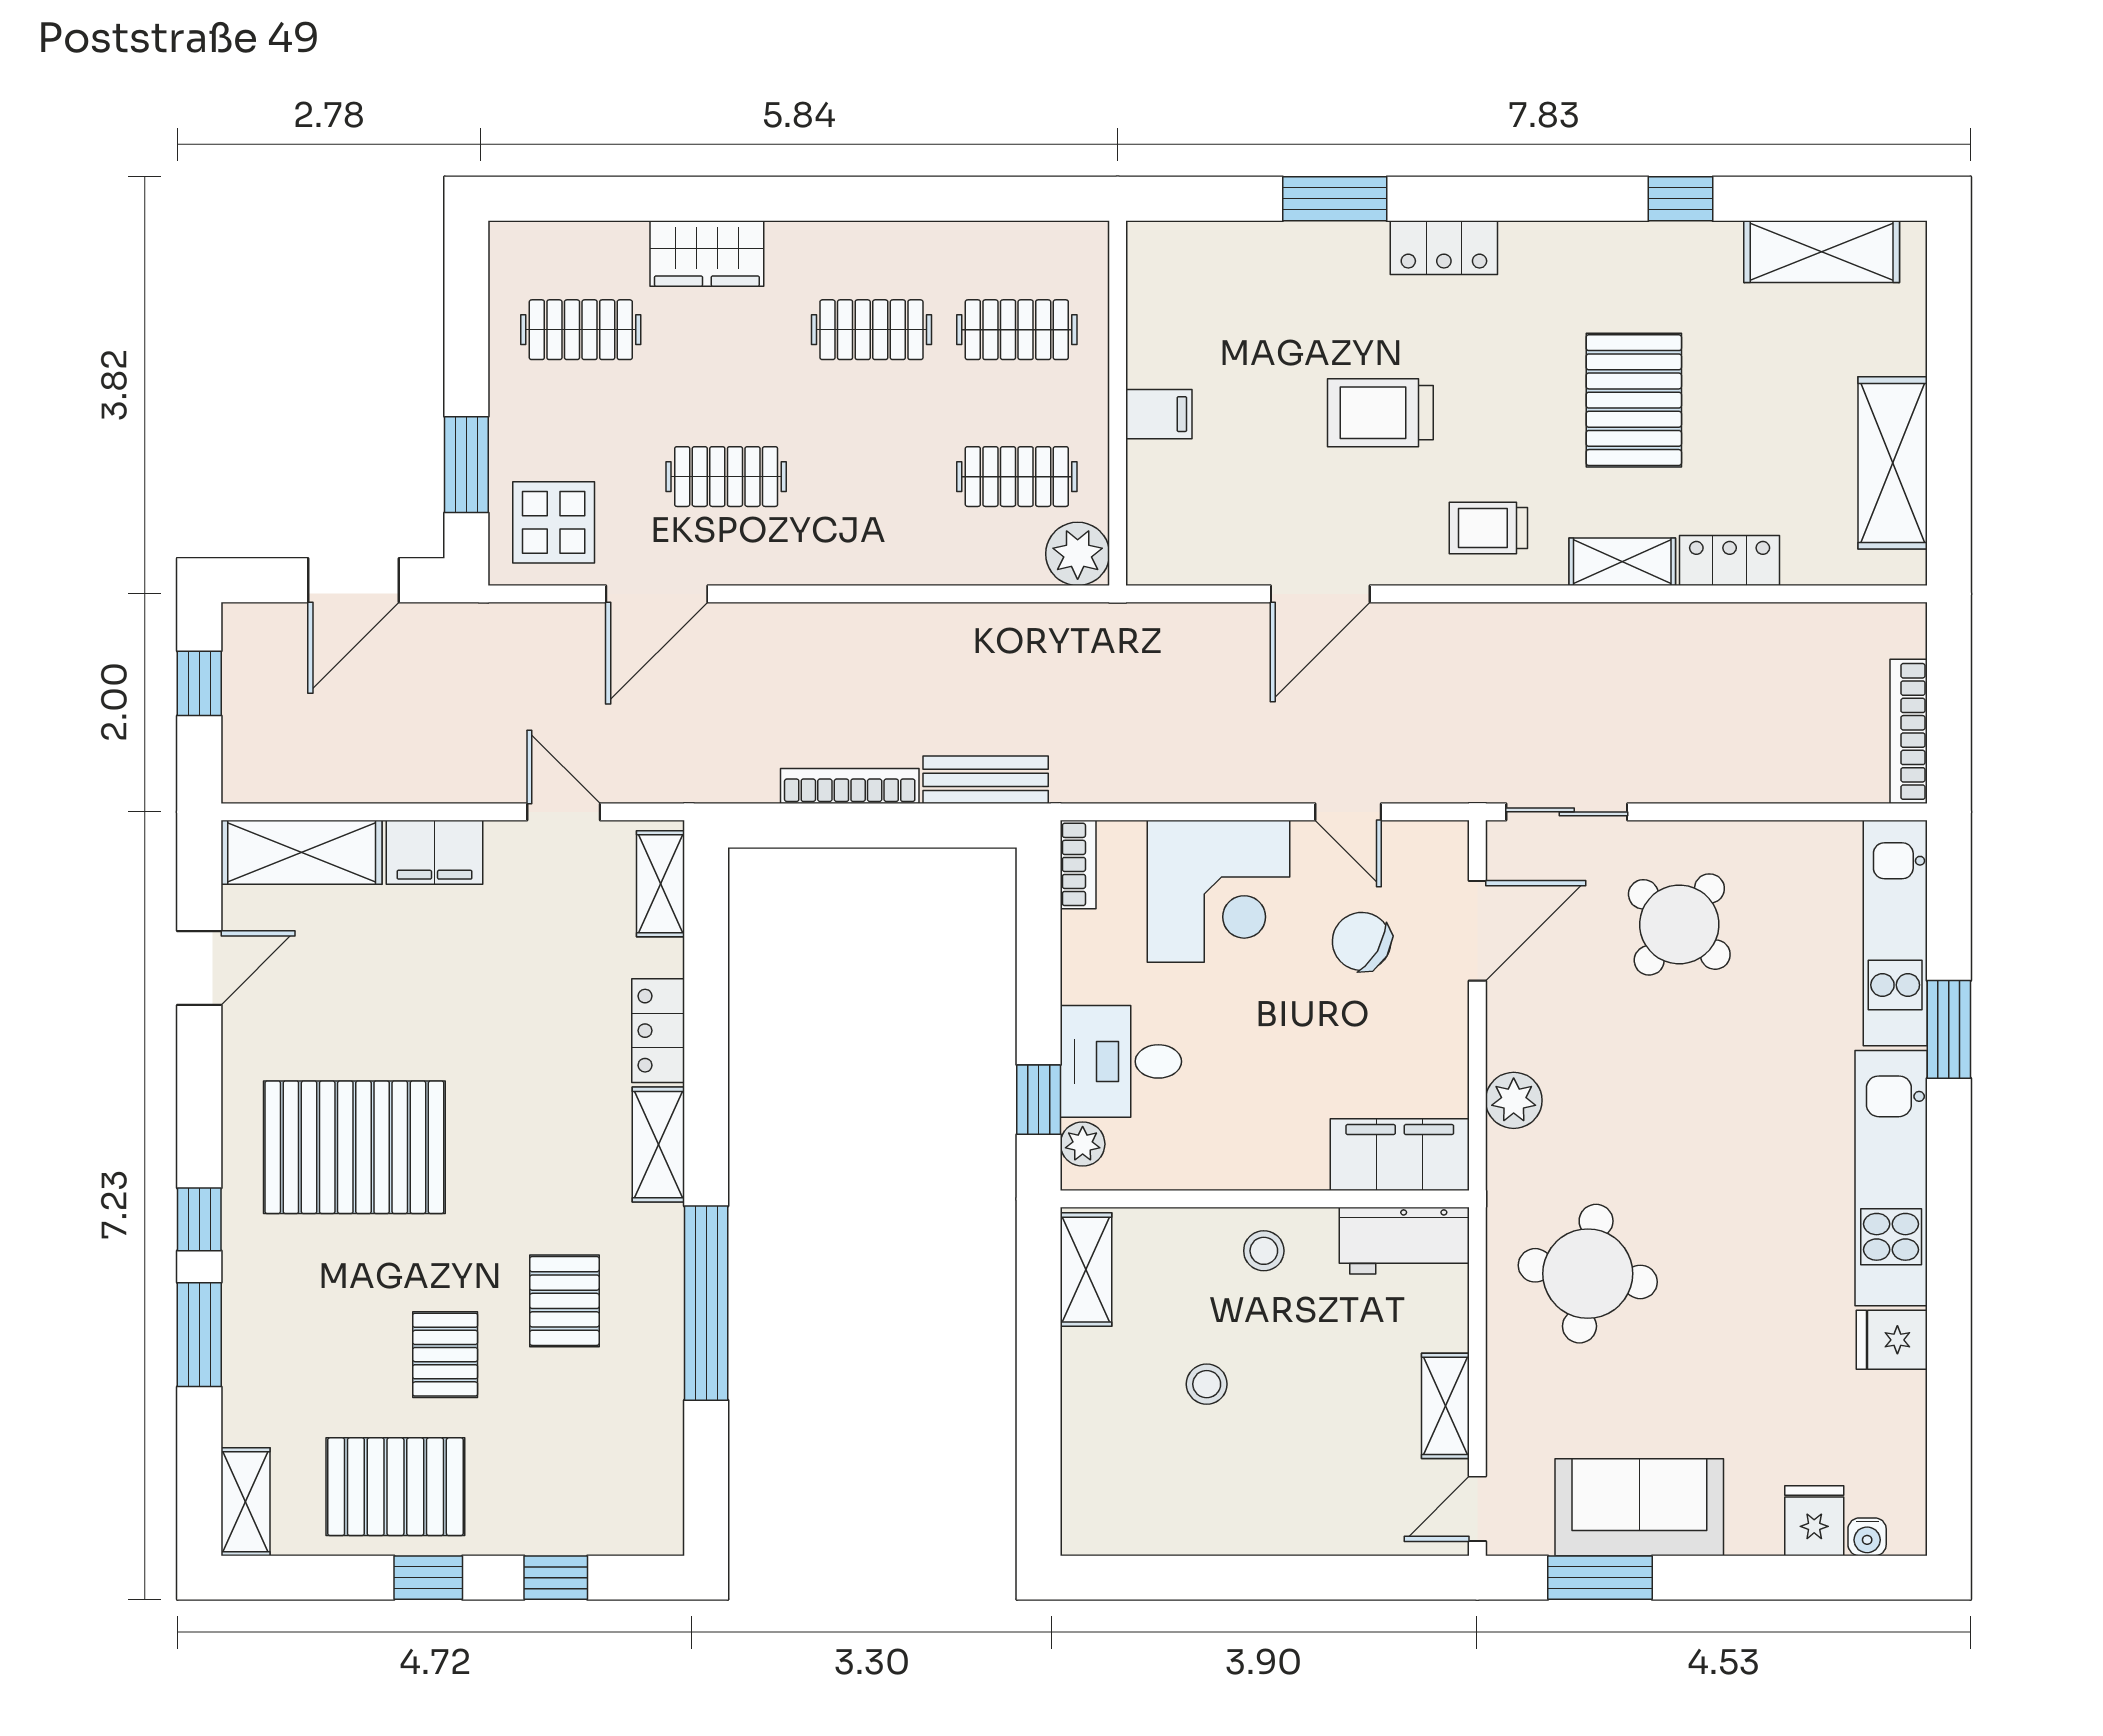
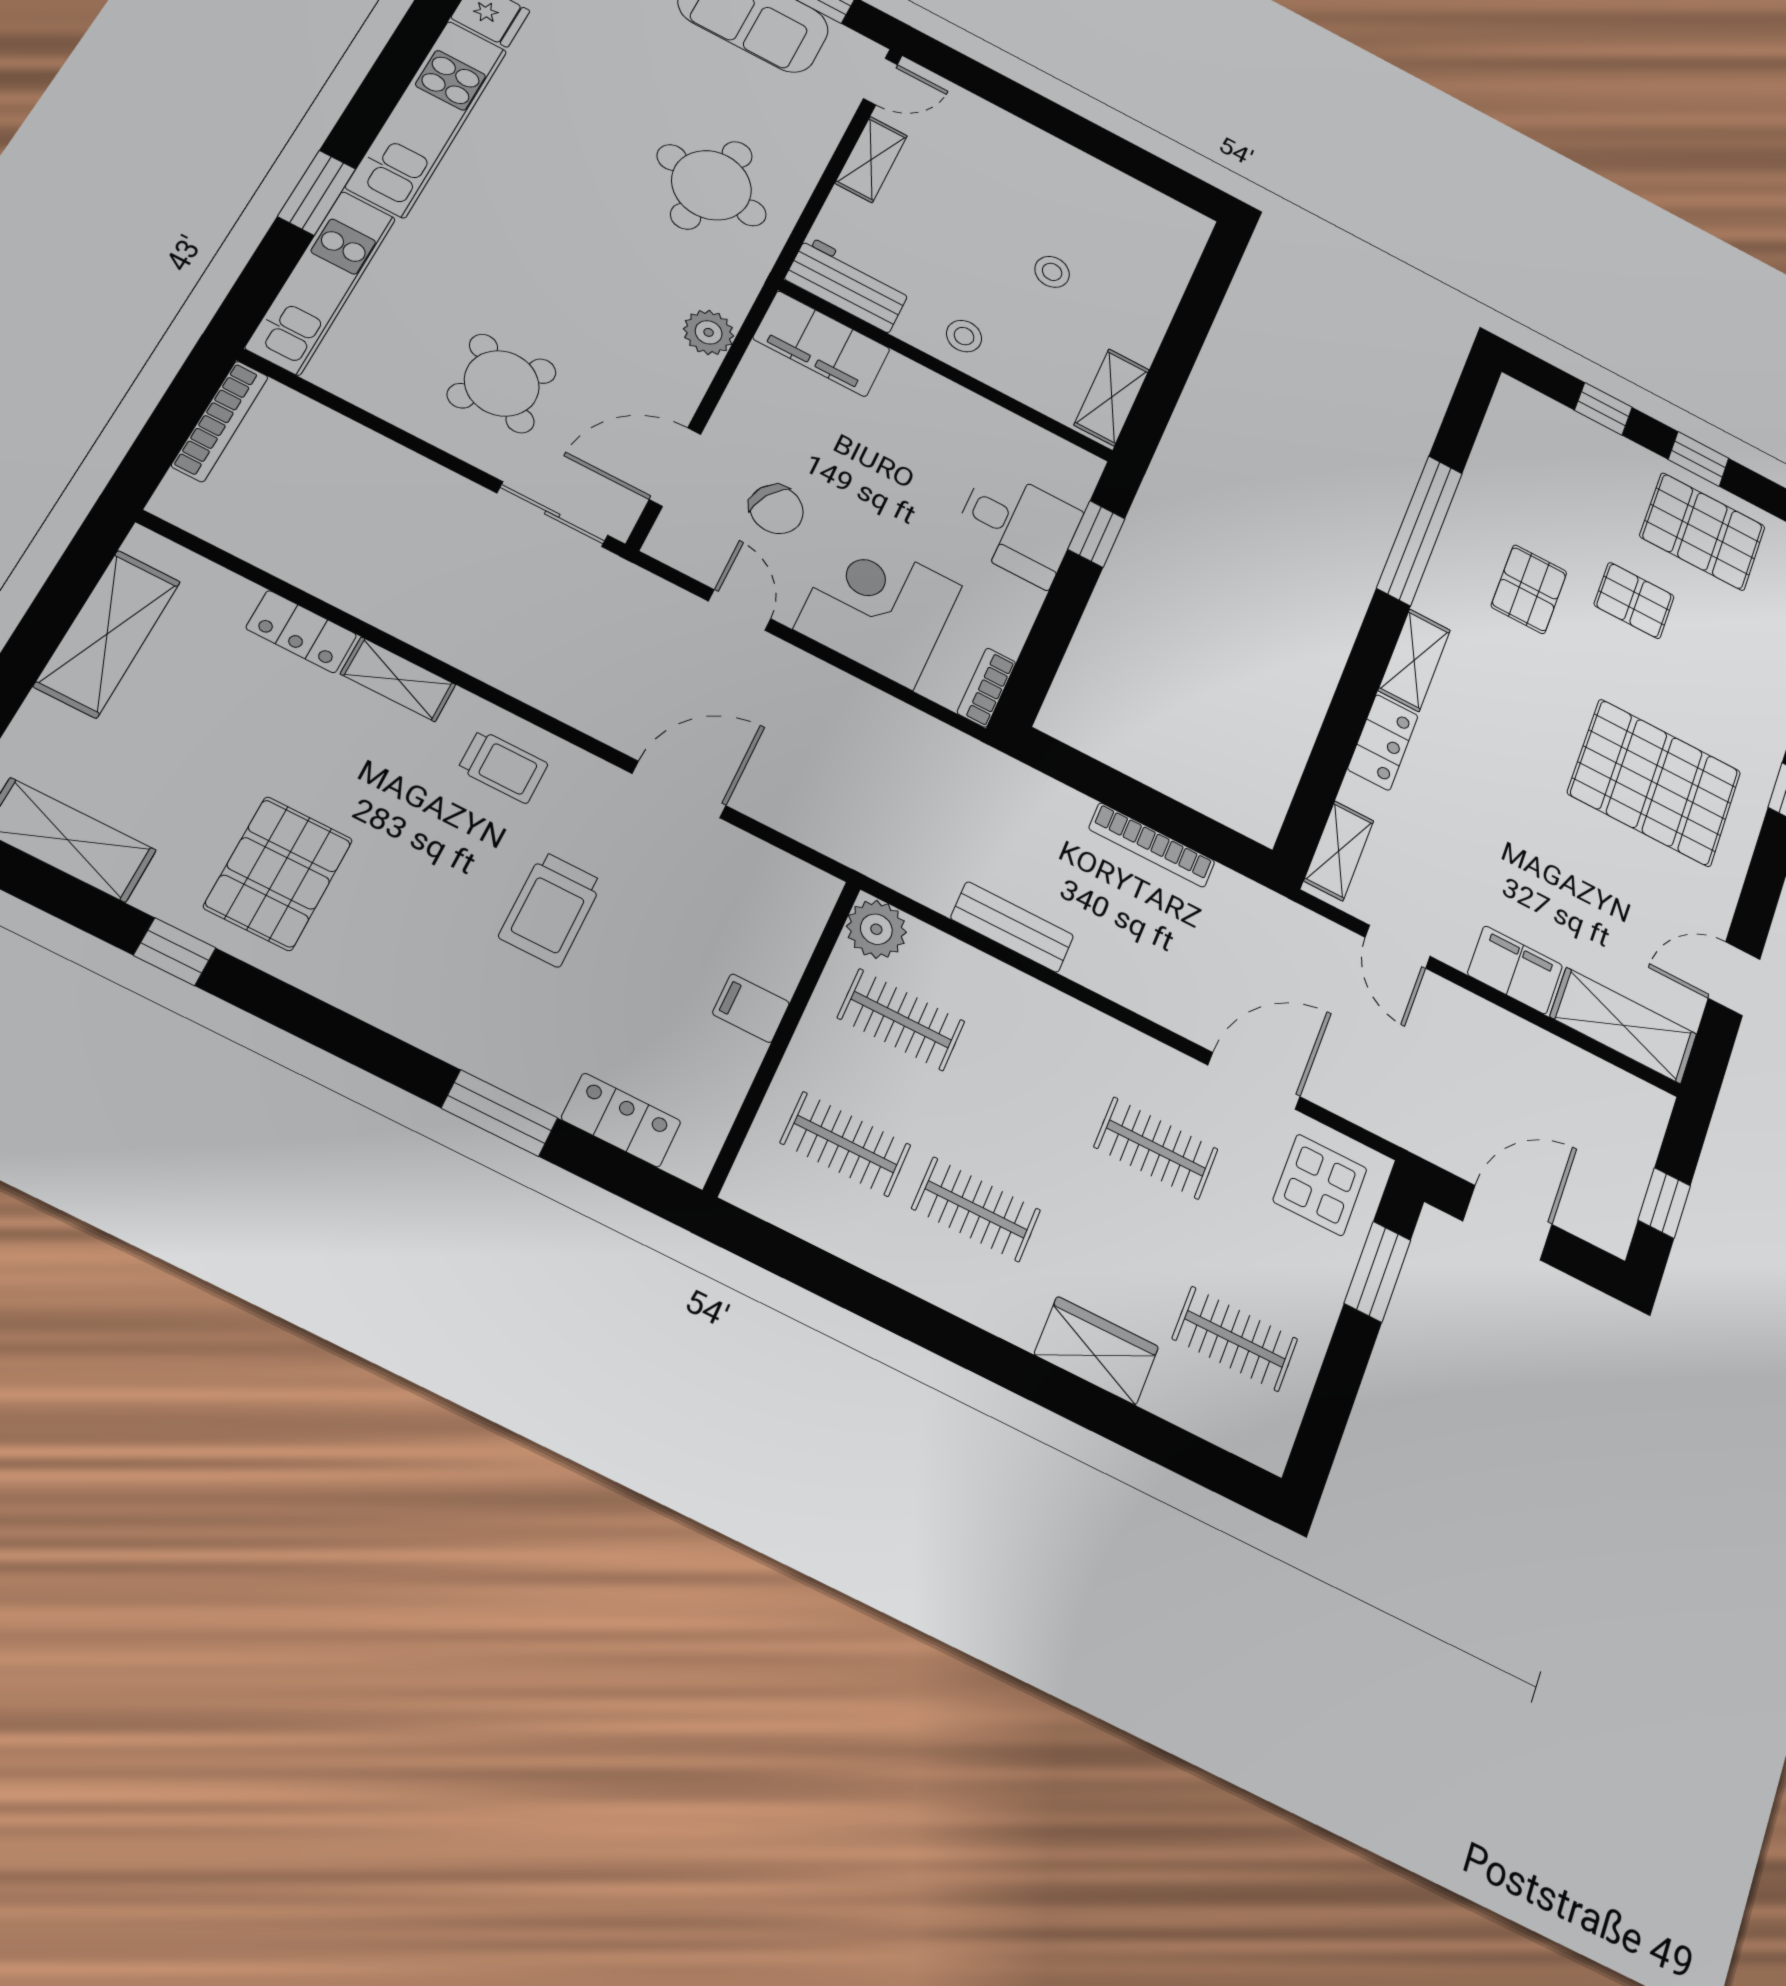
locker: (1444, 248) -> (621, 1120), moved
pallet: (1634, 400) -> (278, 873), moved
trolley: (1380, 413) -> (551, 909), turned 90
bench: (986, 780) -> (1012, 927), moved
plant: (1083, 1144) -> (1075, 485), removed
pallet: (445, 1355) -> (1634, 600), turned 90

